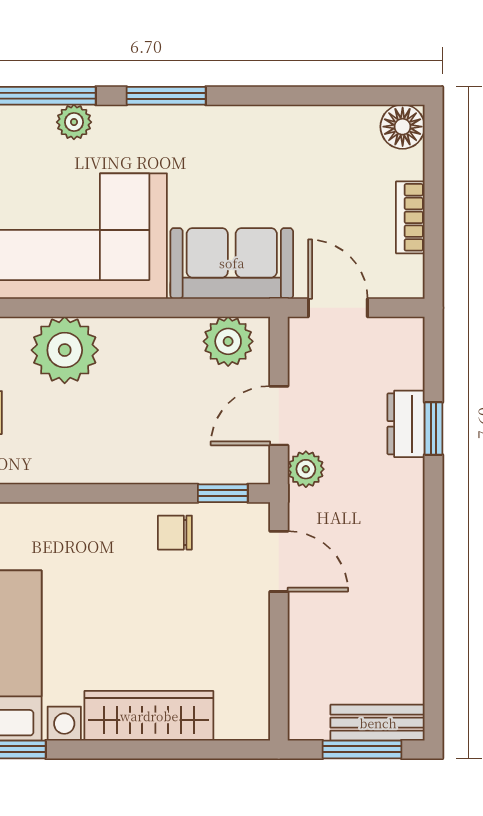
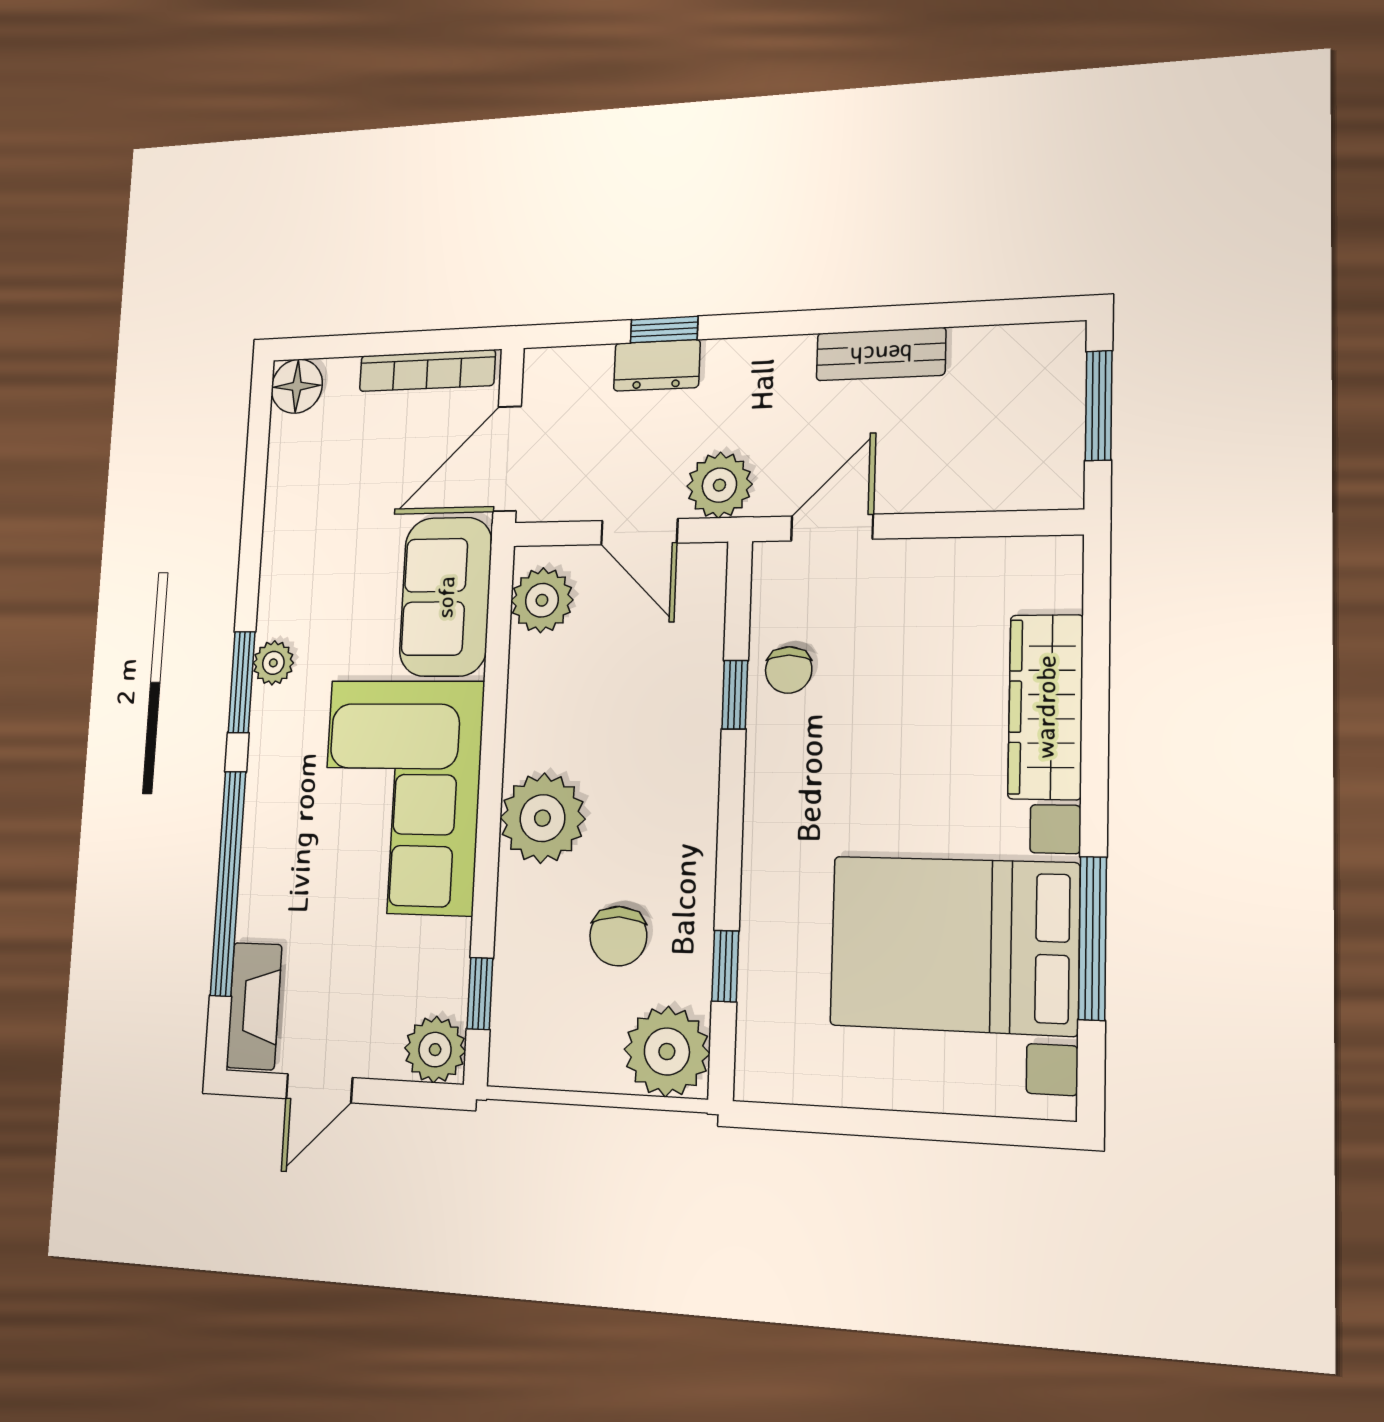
plant: (74, 122) -> (273, 663), moved
bookcase: (410, 217) -> (427, 371), width x1.56
door: (338, 308) -> (507, 459), width x1.37
plant: (306, 469) -> (719, 485), width x1.38, depth x1.38
window: (223, 493) -> (735, 695), moved
bench: (378, 723) -> (881, 354), moved, turned 90

